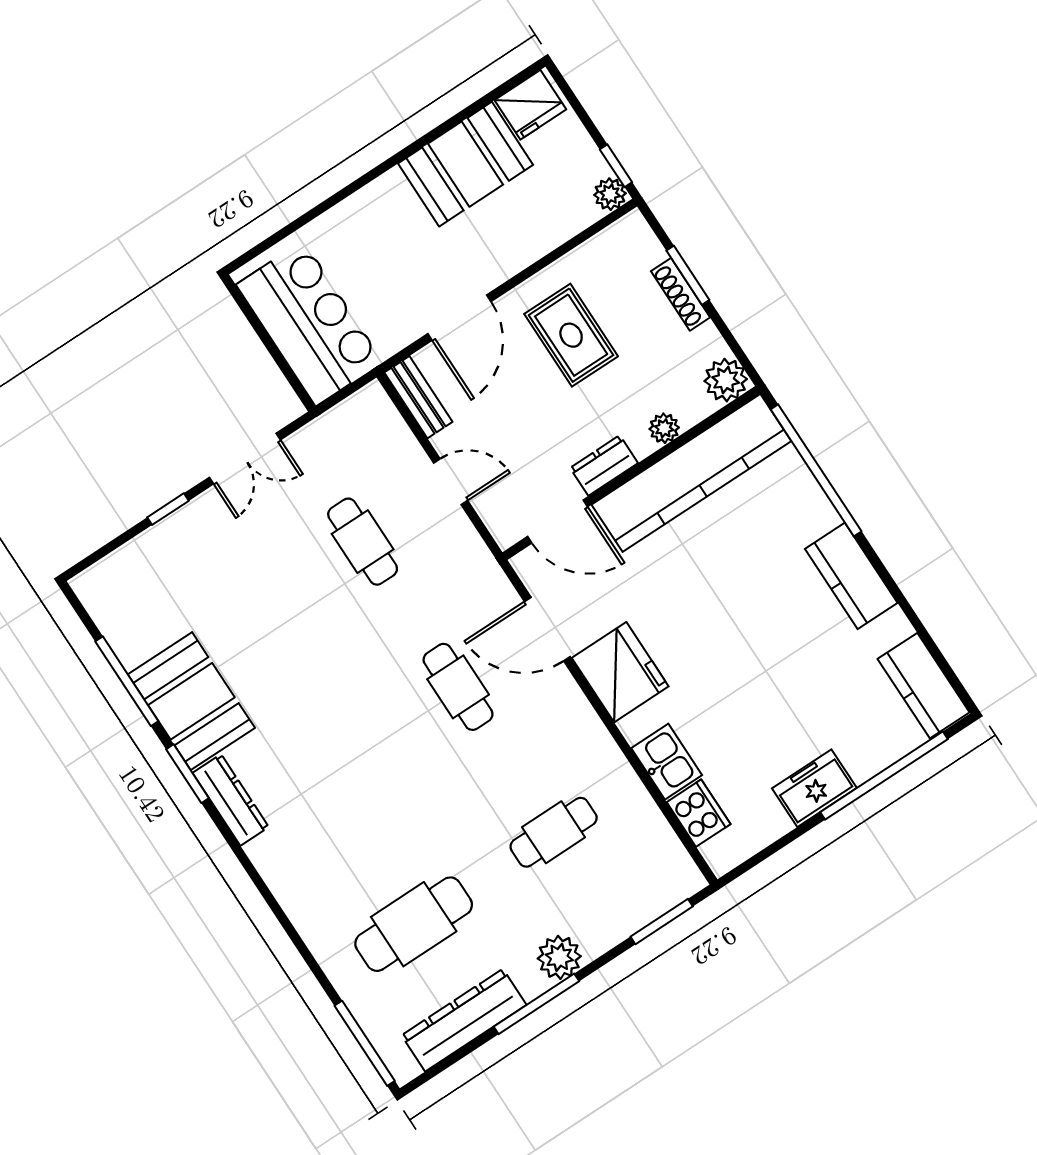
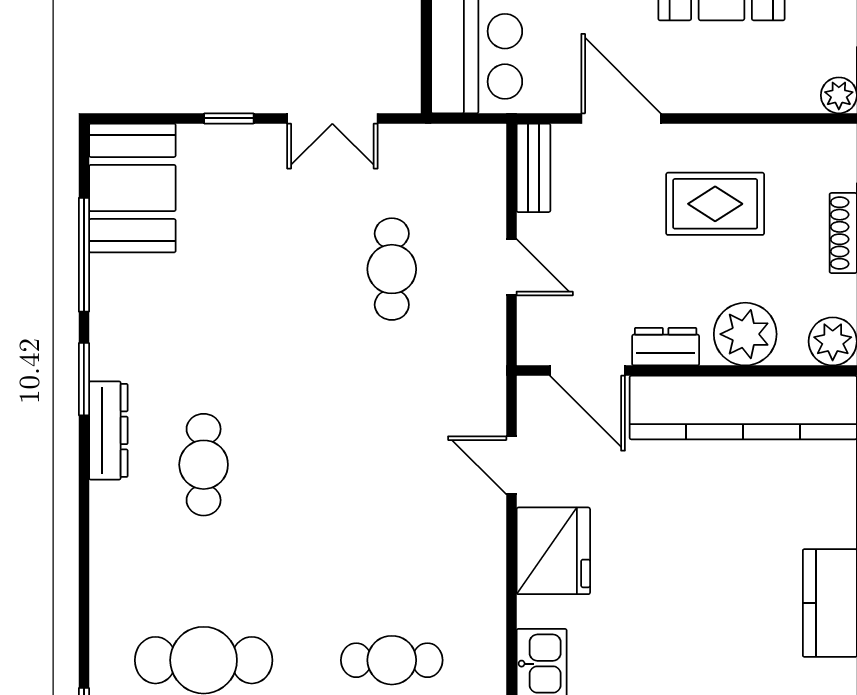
door: (459, 318) -> (621, 118), swing flipped
rug: (571, 335) -> (715, 204), turned 90
plant: (664, 428) -> (745, 334), width x1.88, depth x1.88
door: (547, 629) -> (511, 465), width x0.73
cafe table: (458, 687) -> (204, 465), moved
booth: (191, 701) -> (132, 188), moved

